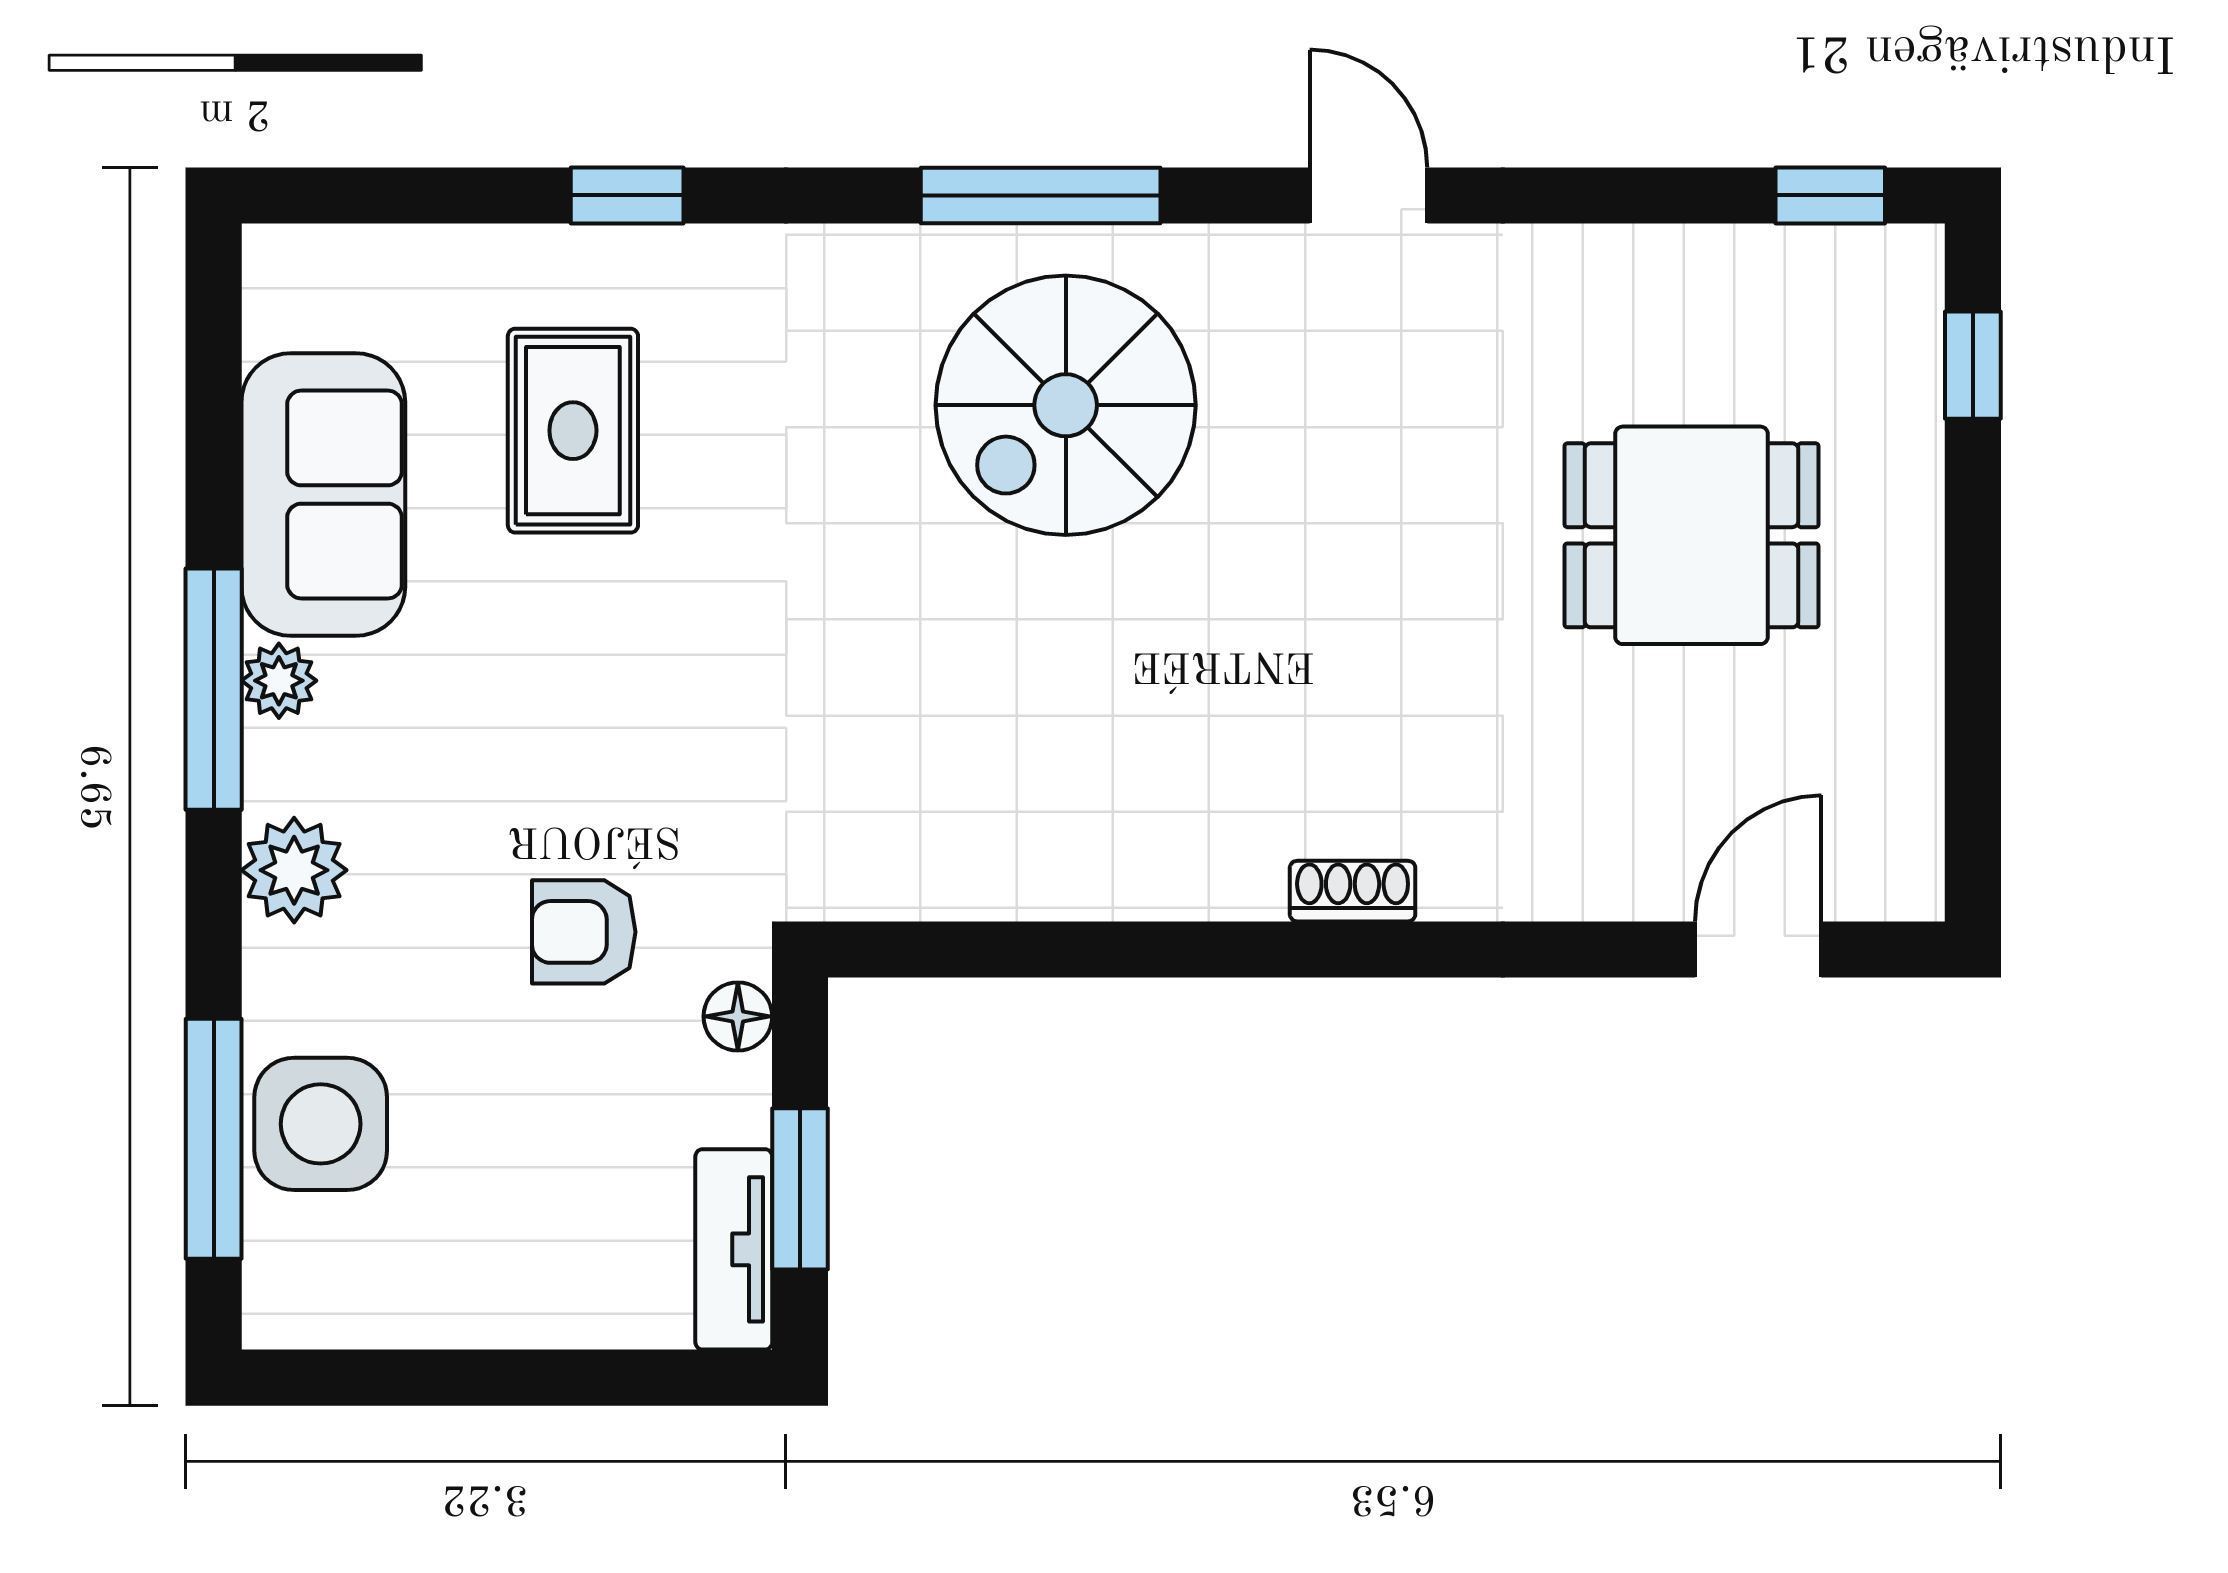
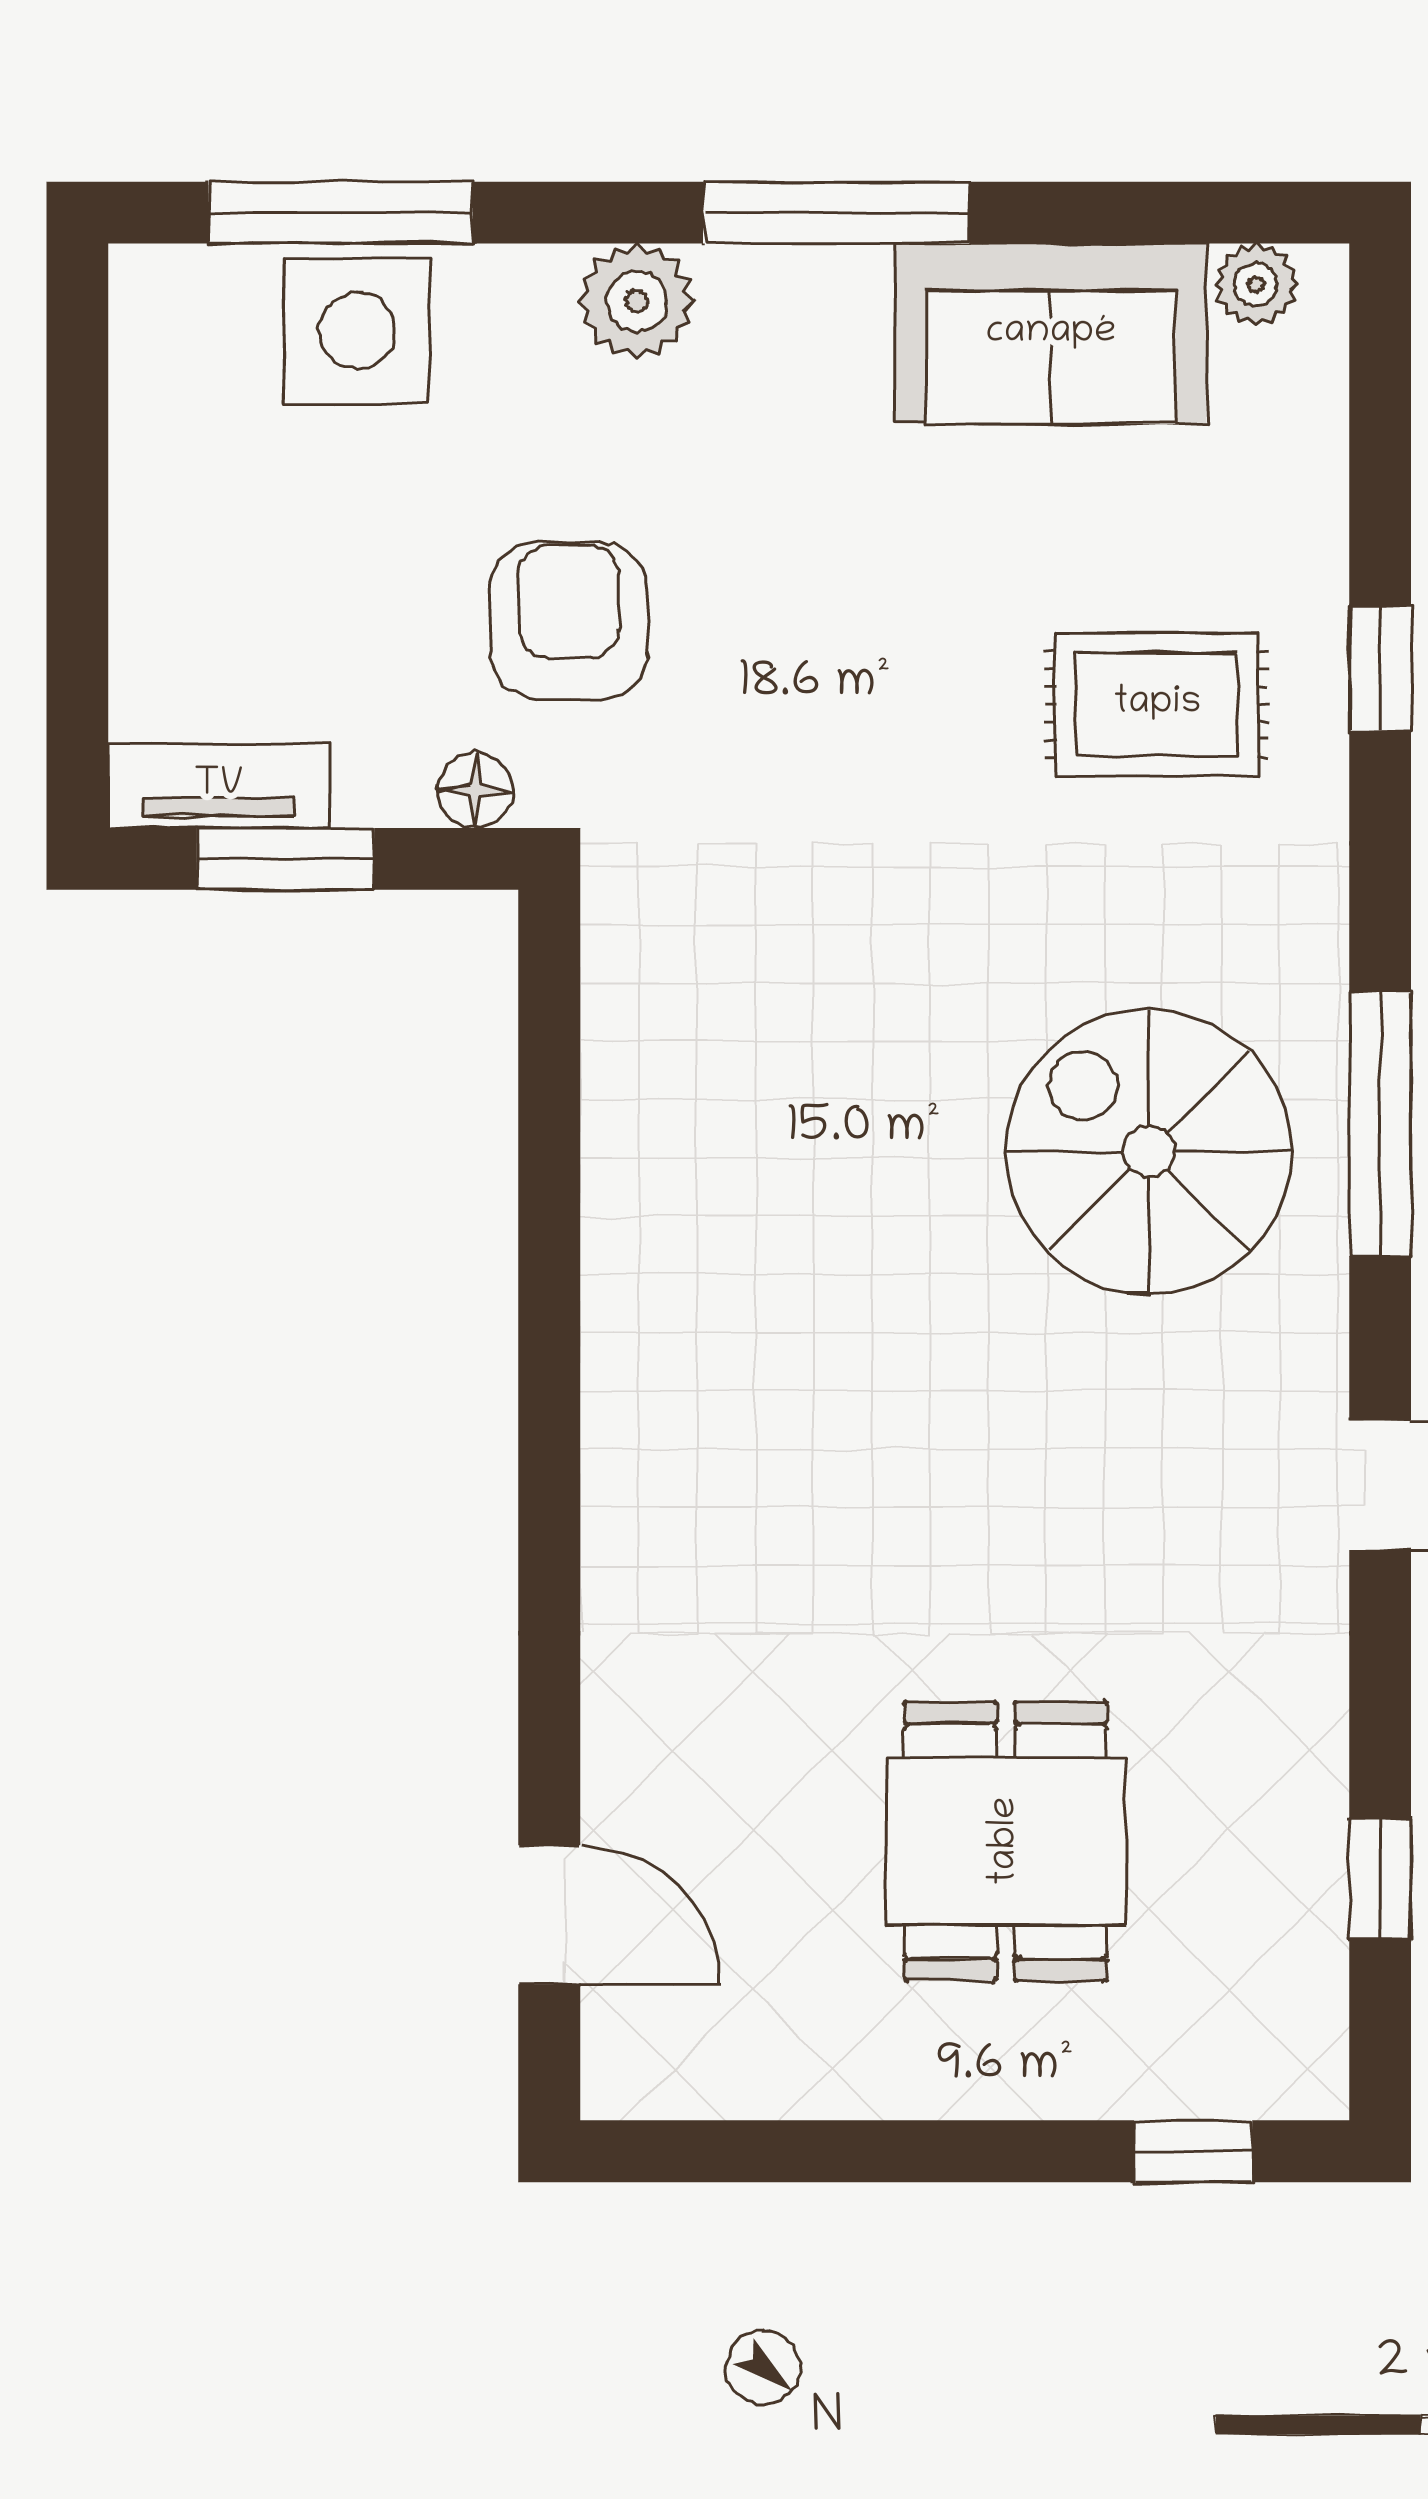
window: (1830, 195) -> (1380, 1879), moved
rug: (573, 431) -> (1157, 704), moved
plant: (279, 681) -> (1256, 285), moved
shoe rack: (1353, 891) -> (614, 1468), removed
armchair: (584, 932) -> (569, 621), width x1.38, depth x1.38

